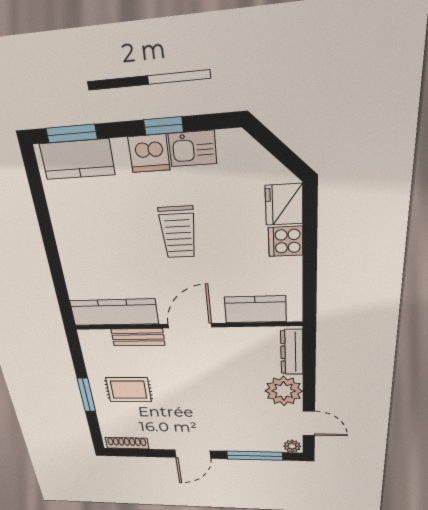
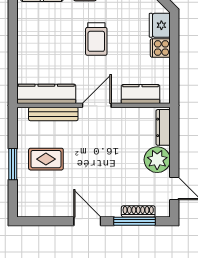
bench: (138, 337) -> (53, 114), width x1.36
shoe rack: (127, 443) -> (138, 211), moved
plant: (292, 446) -> (162, 211), removed
door: (193, 454) -> (87, 221), swing flipped

